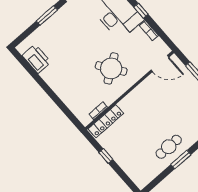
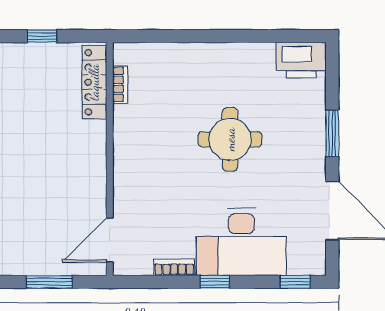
printer: (36, 59) -> (301, 60), moved
round table: (111, 68) -> (230, 139), moved, turned 35

